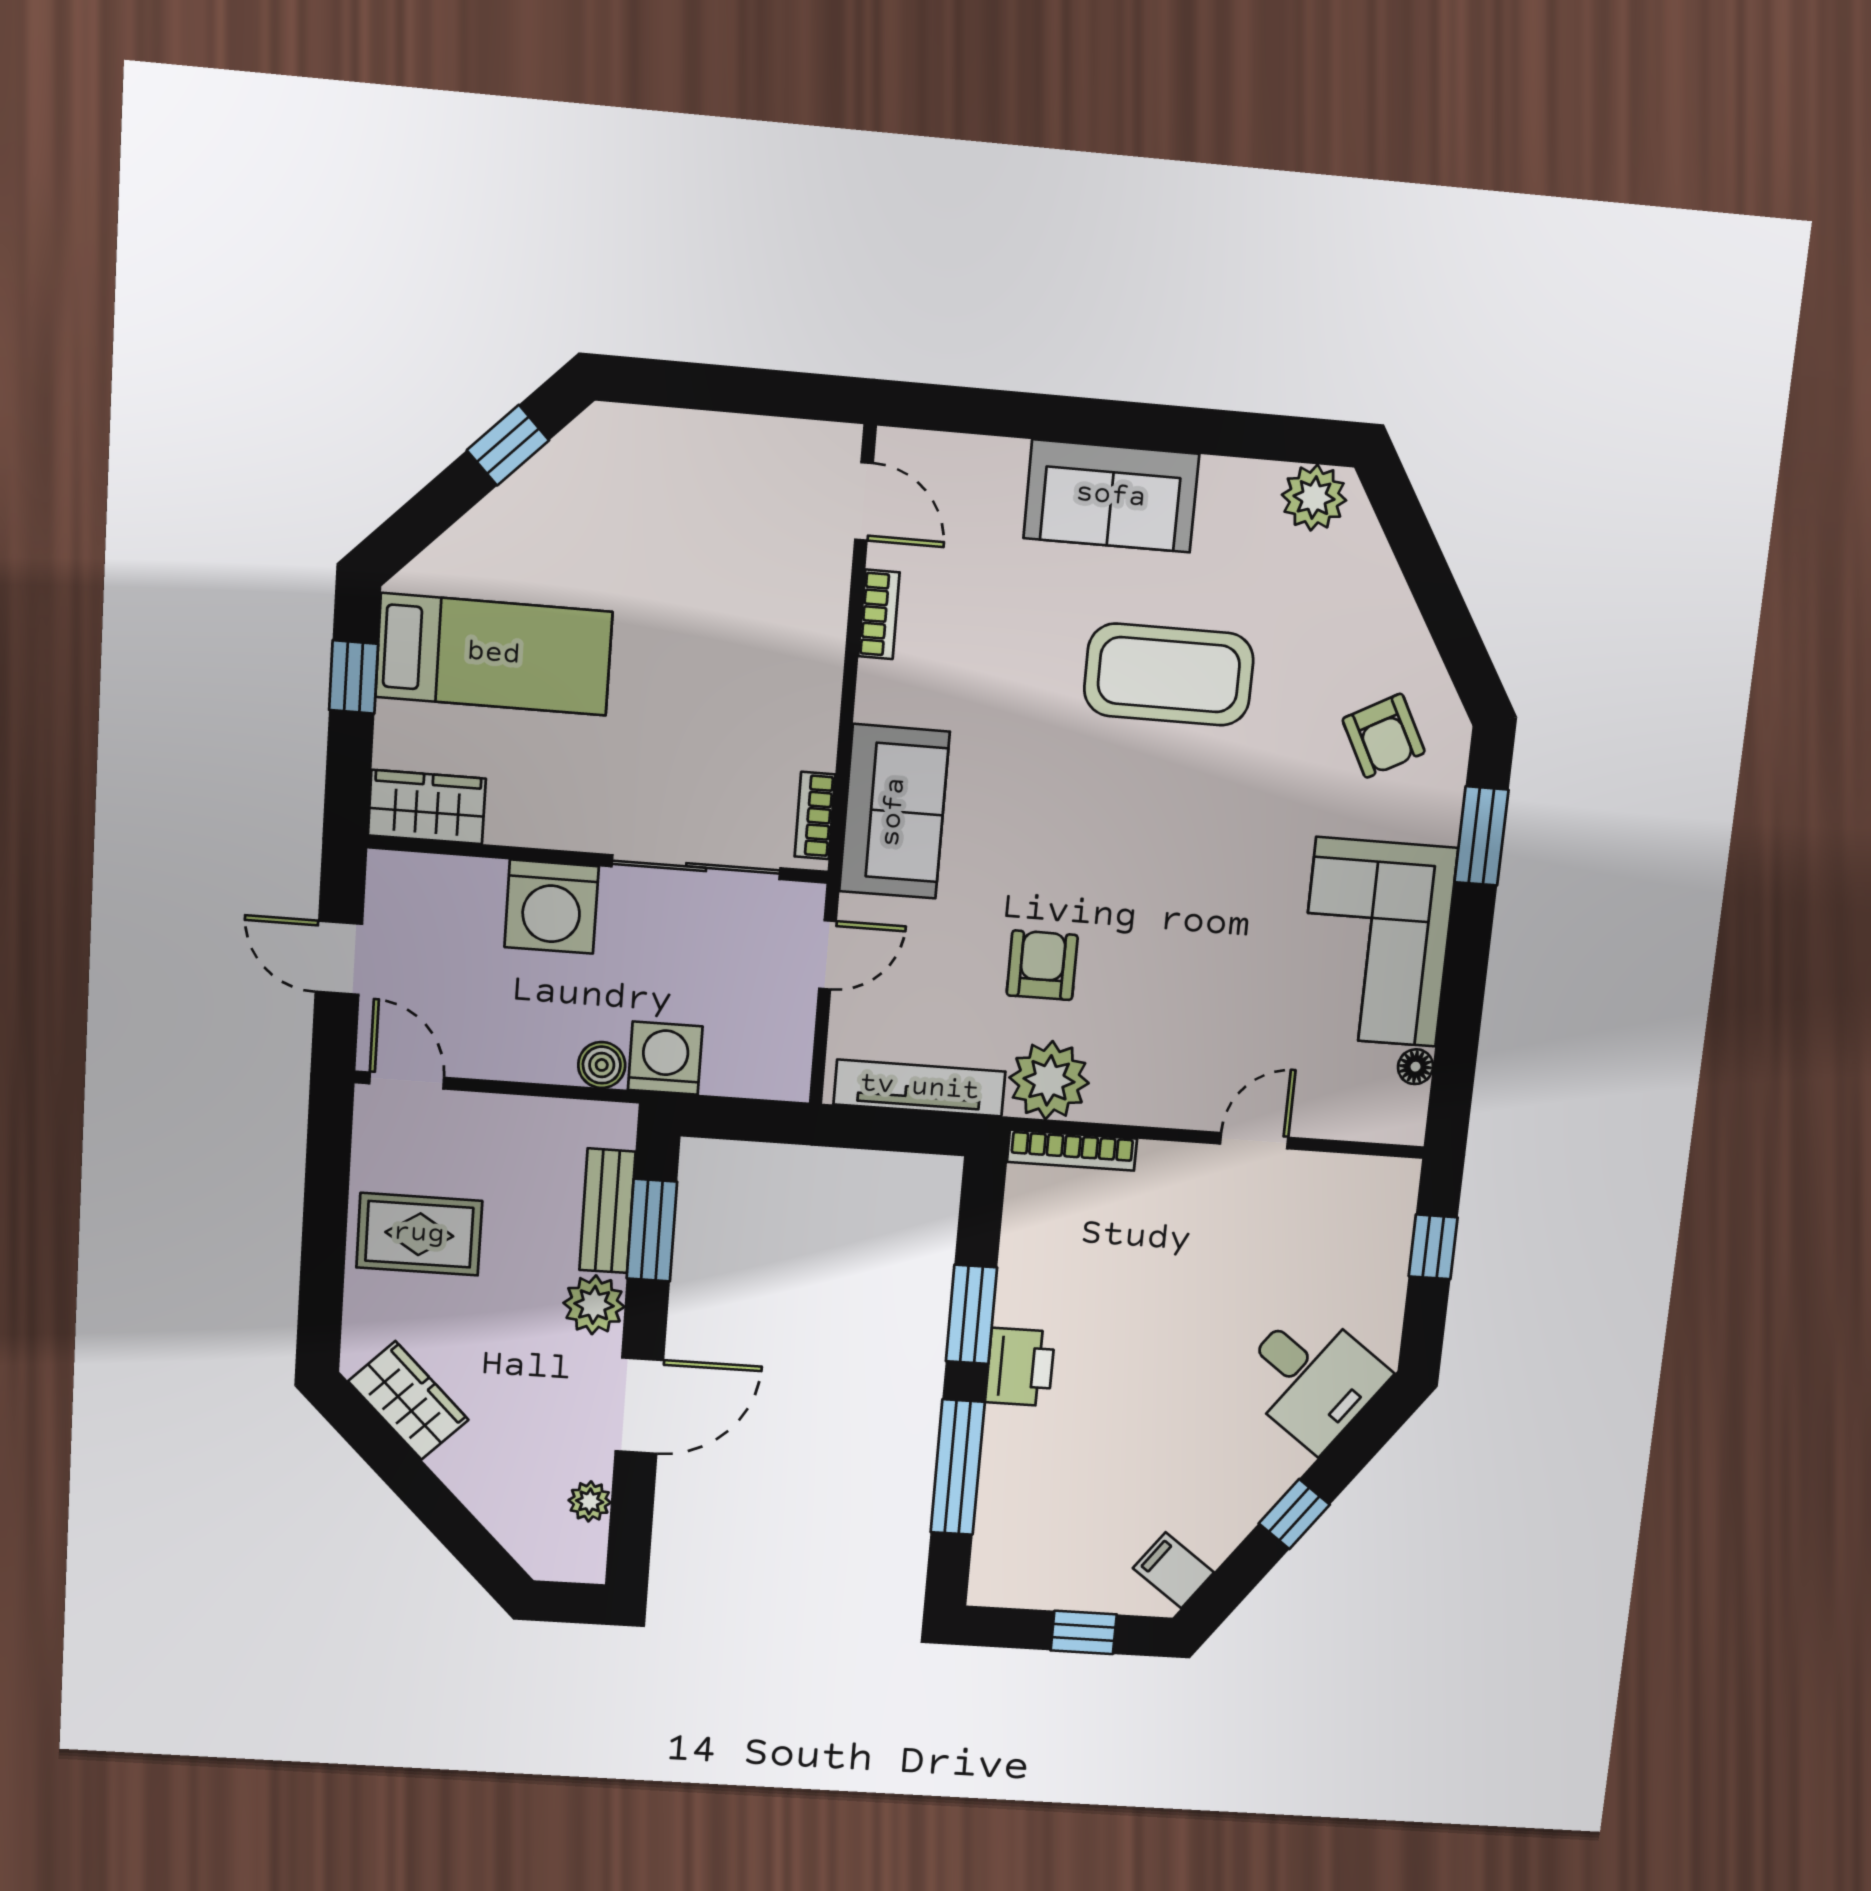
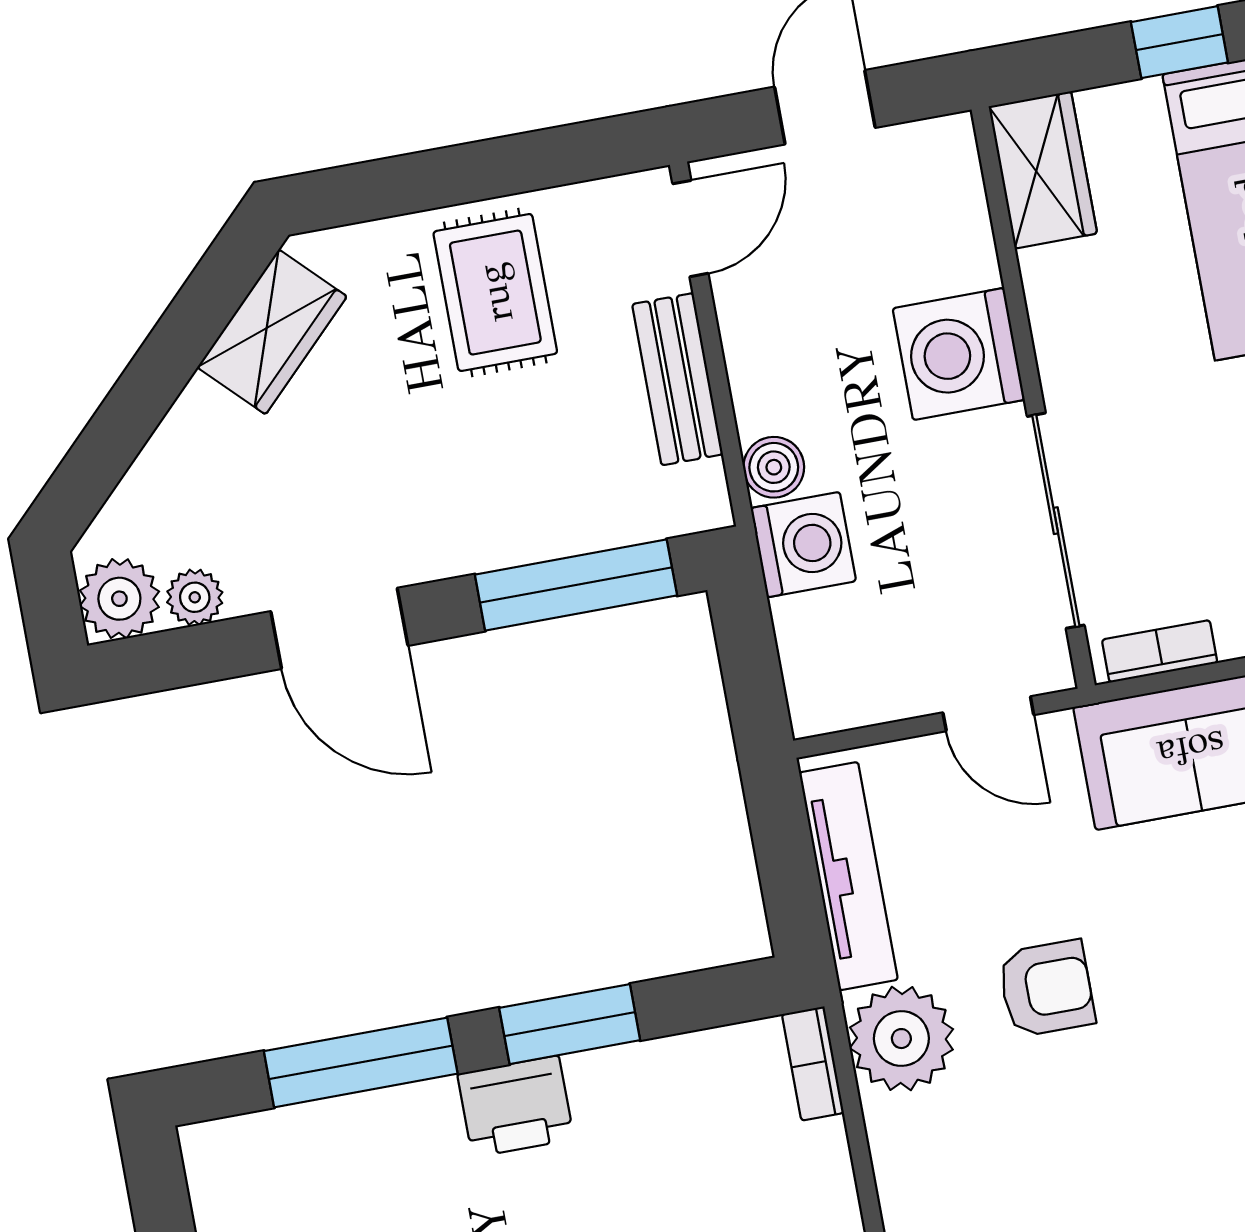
bookcase: (1072, 1150) -> (813, 1064), width x0.64
bench: (607, 1211) -> (678, 379), moved, turned 90
window: (652, 1230) -> (576, 585), width x1.44
plant: (594, 1305) -> (119, 599), moved

